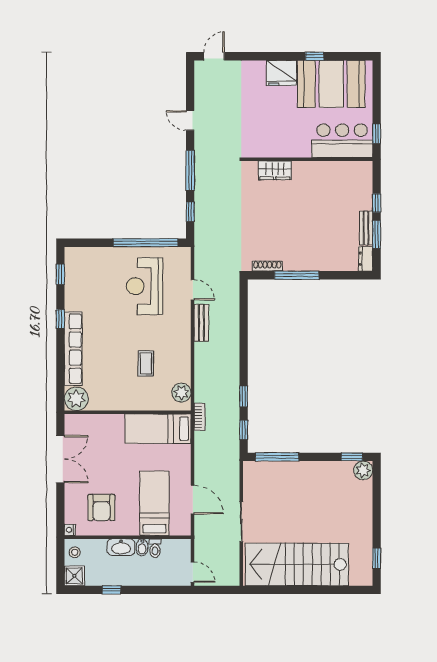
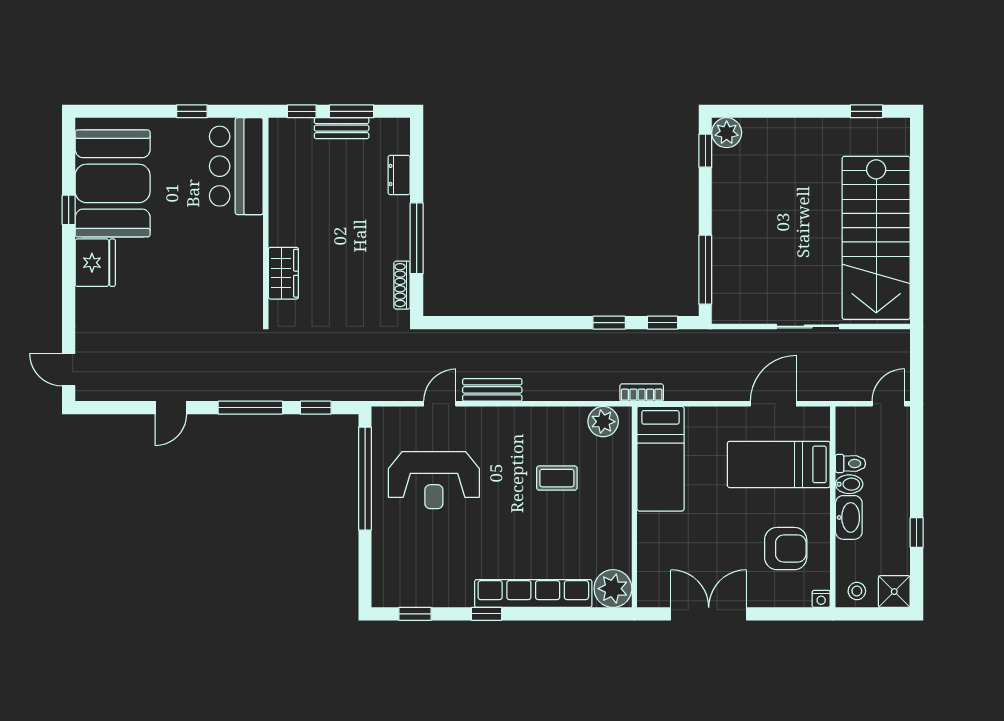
bar counter: (342, 141) -> (236, 166), moved
wall: (308, 159) -> (266, 221), moved
wardrobe: (275, 170) -> (283, 273), moved
dresser: (366, 259) -> (399, 175), moved, turned 90

